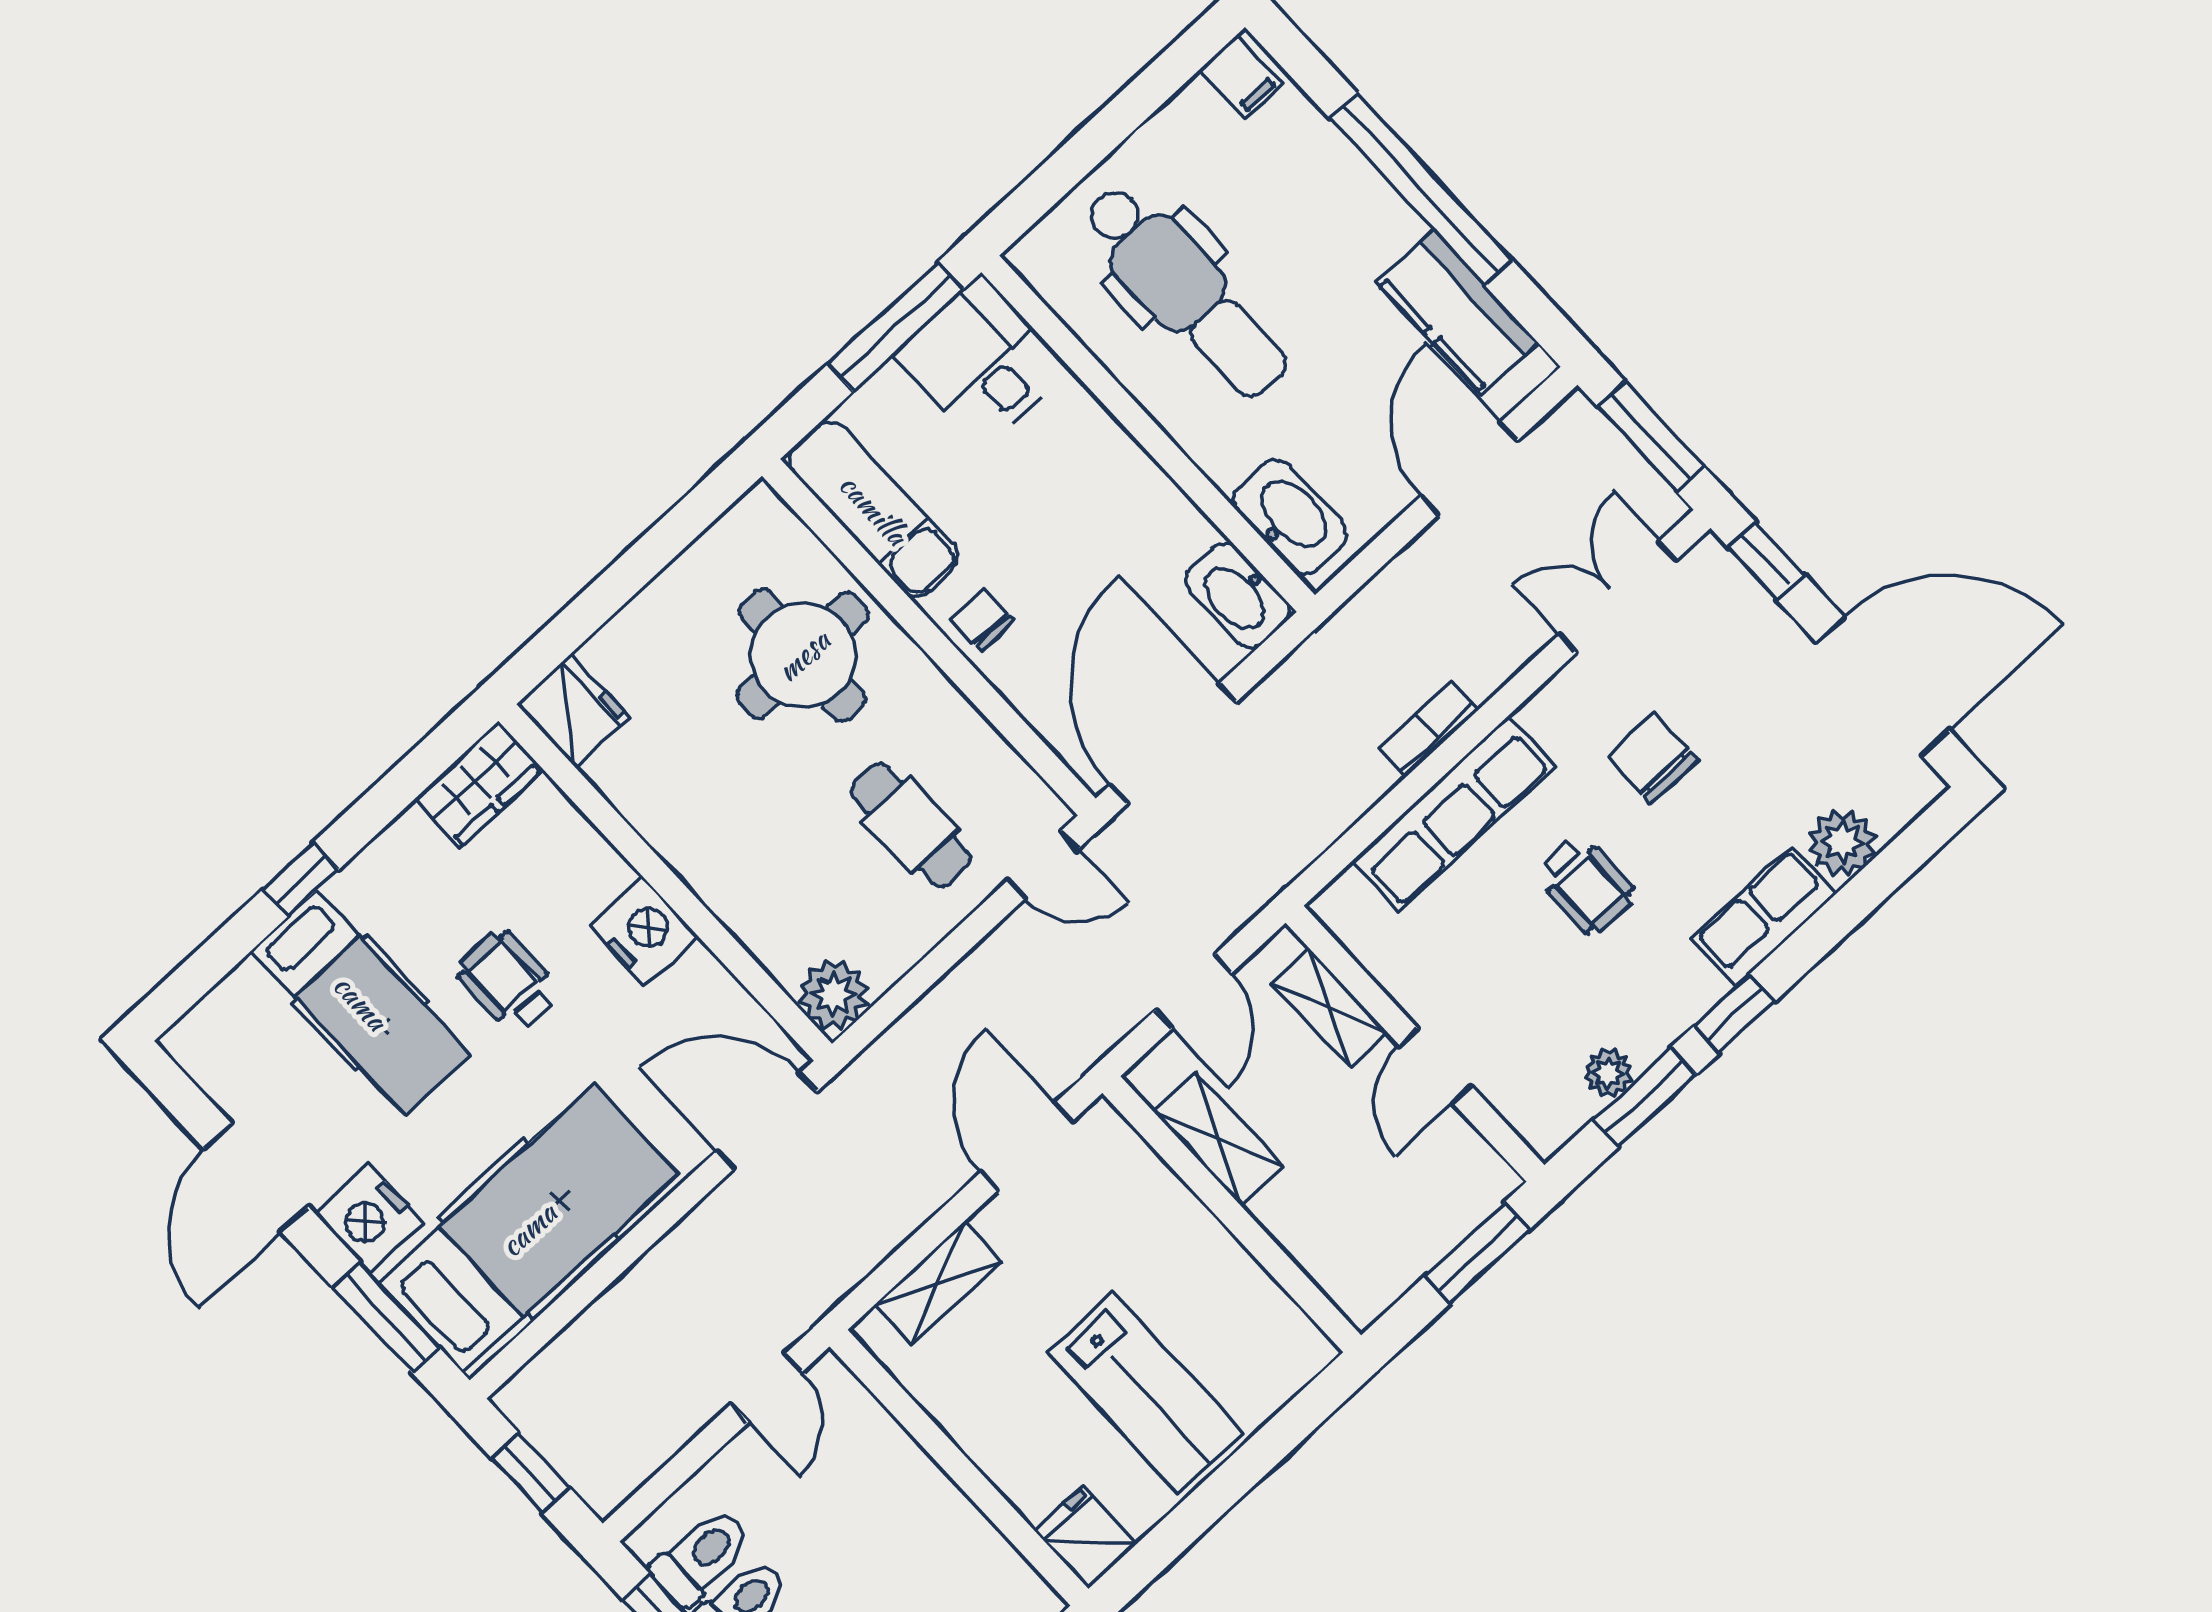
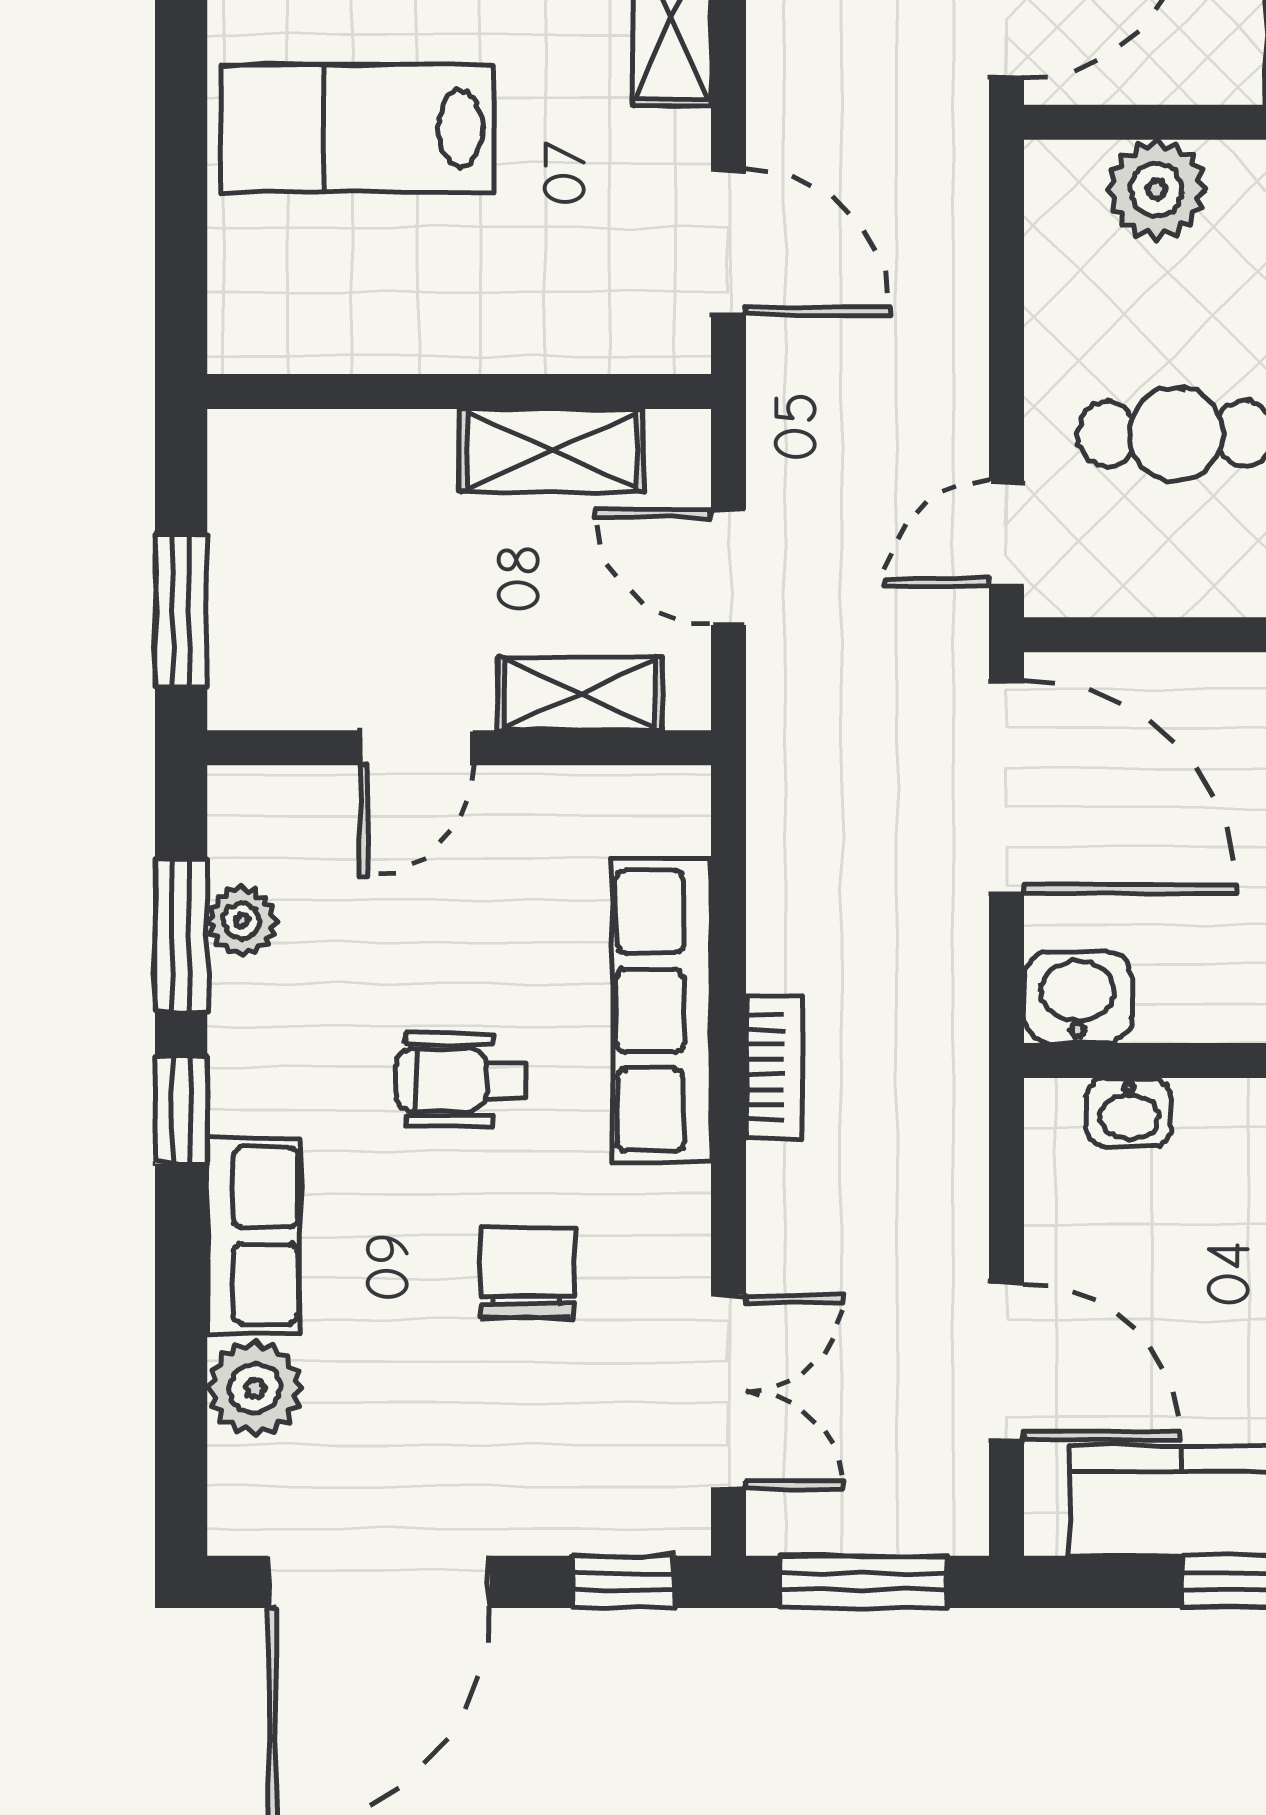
washbasin: (1290, 517) -> (1129, 1112), width x0.52, depth x0.69
washbasin: (1238, 595) -> (1078, 998), width x0.72
chair: (1653, 758) -> (527, 1272), turned -90
plant: (834, 994) -> (1157, 190), moved
door: (1436, 1066) -> (416, 748), swing flipped

